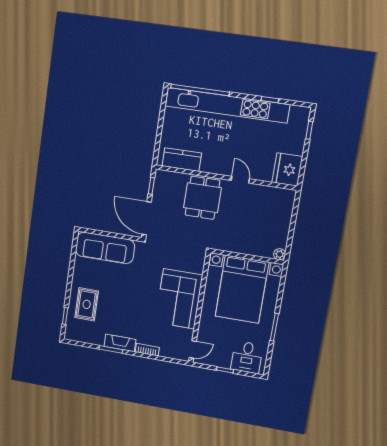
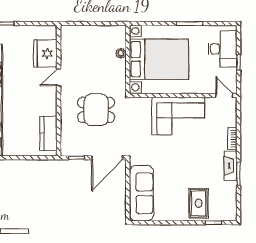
fridge: (287, 170) -> (45, 54), moved, turned 90
dining table: (202, 198) -> (96, 110), moved
plant: (280, 254) -> (121, 53), moved
rug: (87, 304) -> (199, 203), turned 90
desk: (247, 357) -> (223, 49), width x1.37

